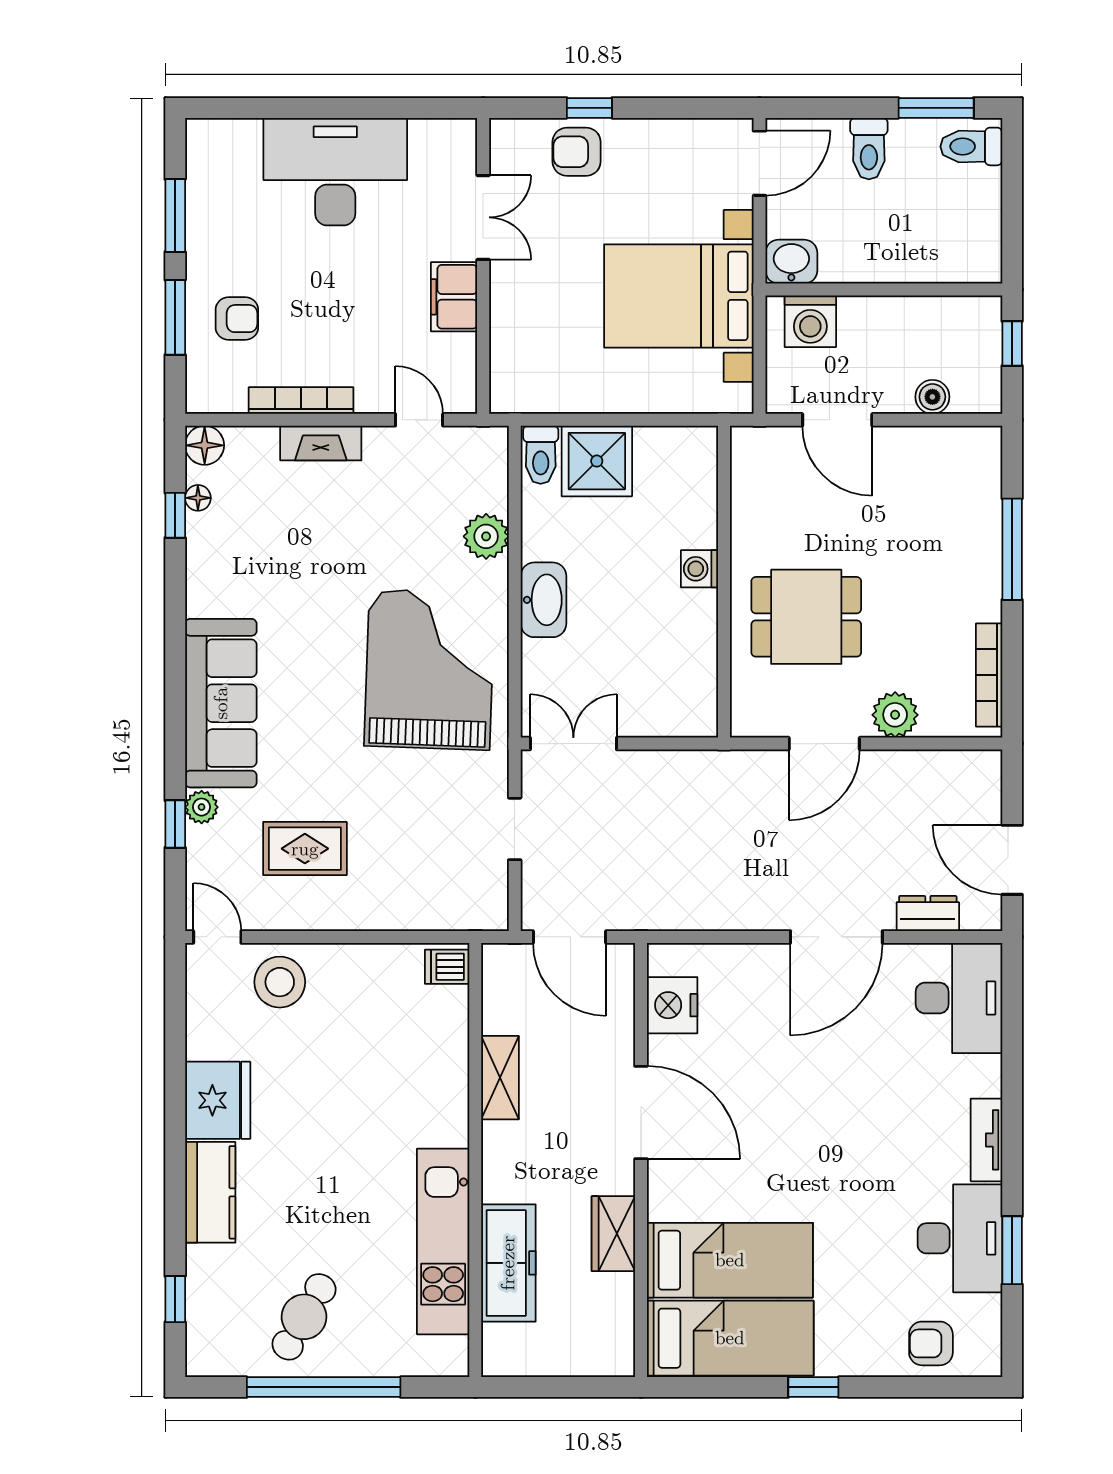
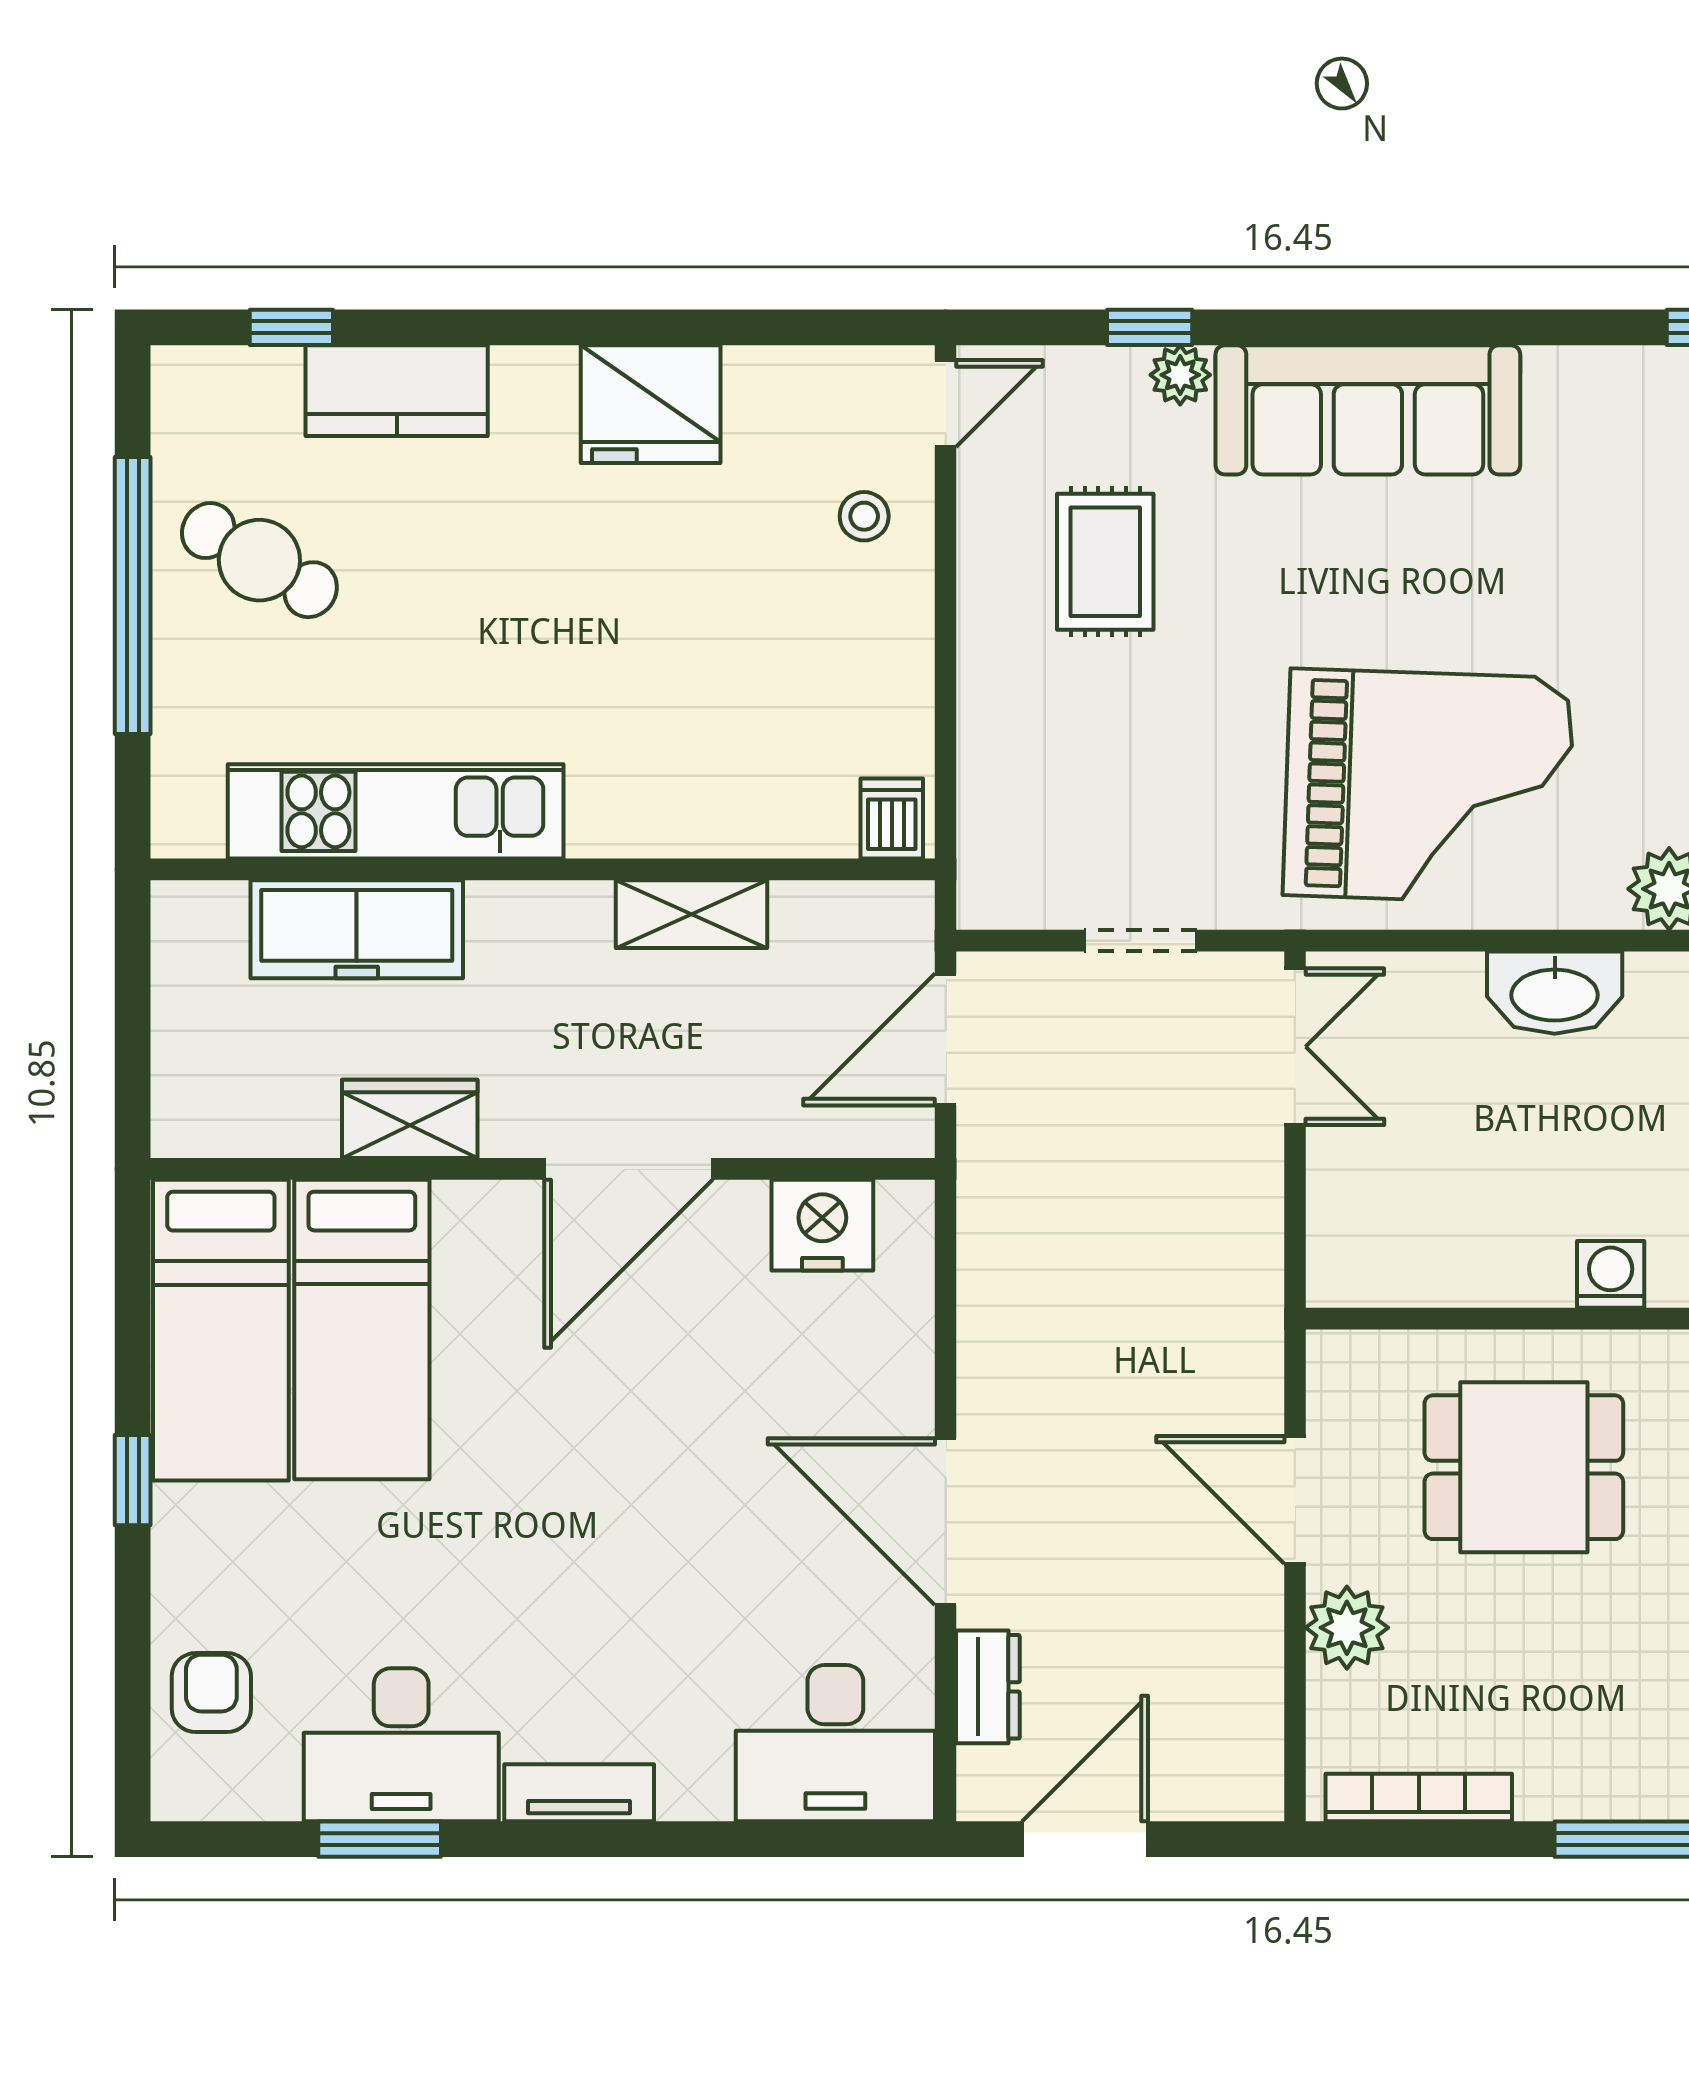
dining table: (806, 617) -> (1524, 1467), turned 90
stool: (280, 982) -> (864, 516), width x0.53, depth x0.53
kitchen counter: (210, 1192) -> (397, 391), moved

